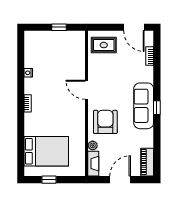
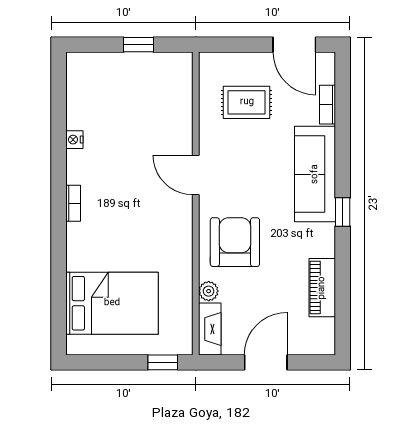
rug: (104, 45) -> (247, 102), moved
sofa: (144, 106) -> (315, 174), moved
piano: (147, 162) -> (322, 288), moved
window: (49, 180) -> (163, 362), moved

